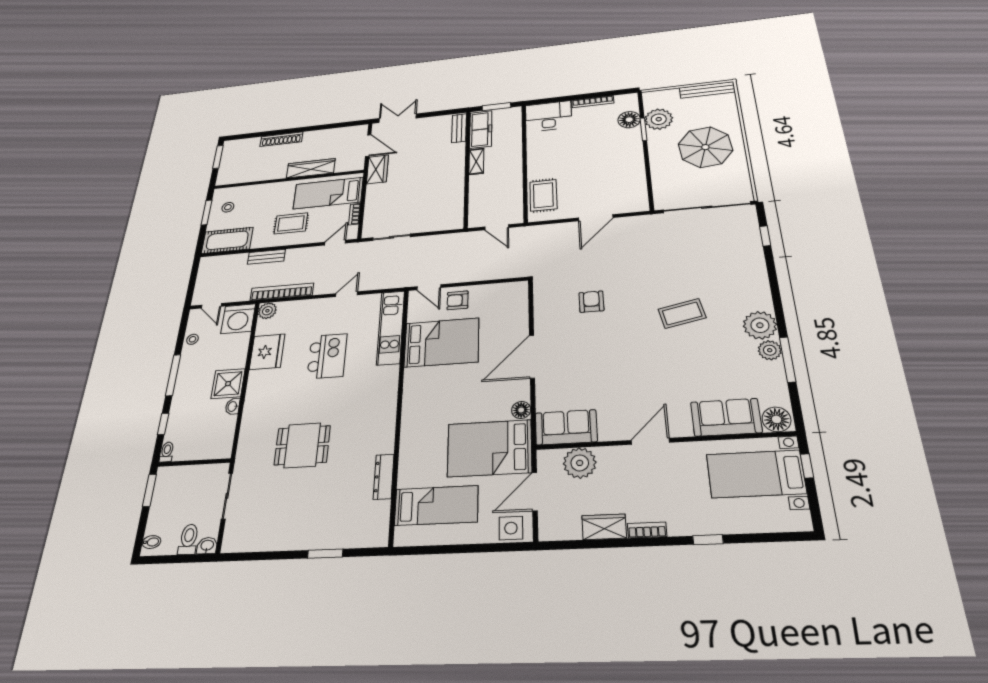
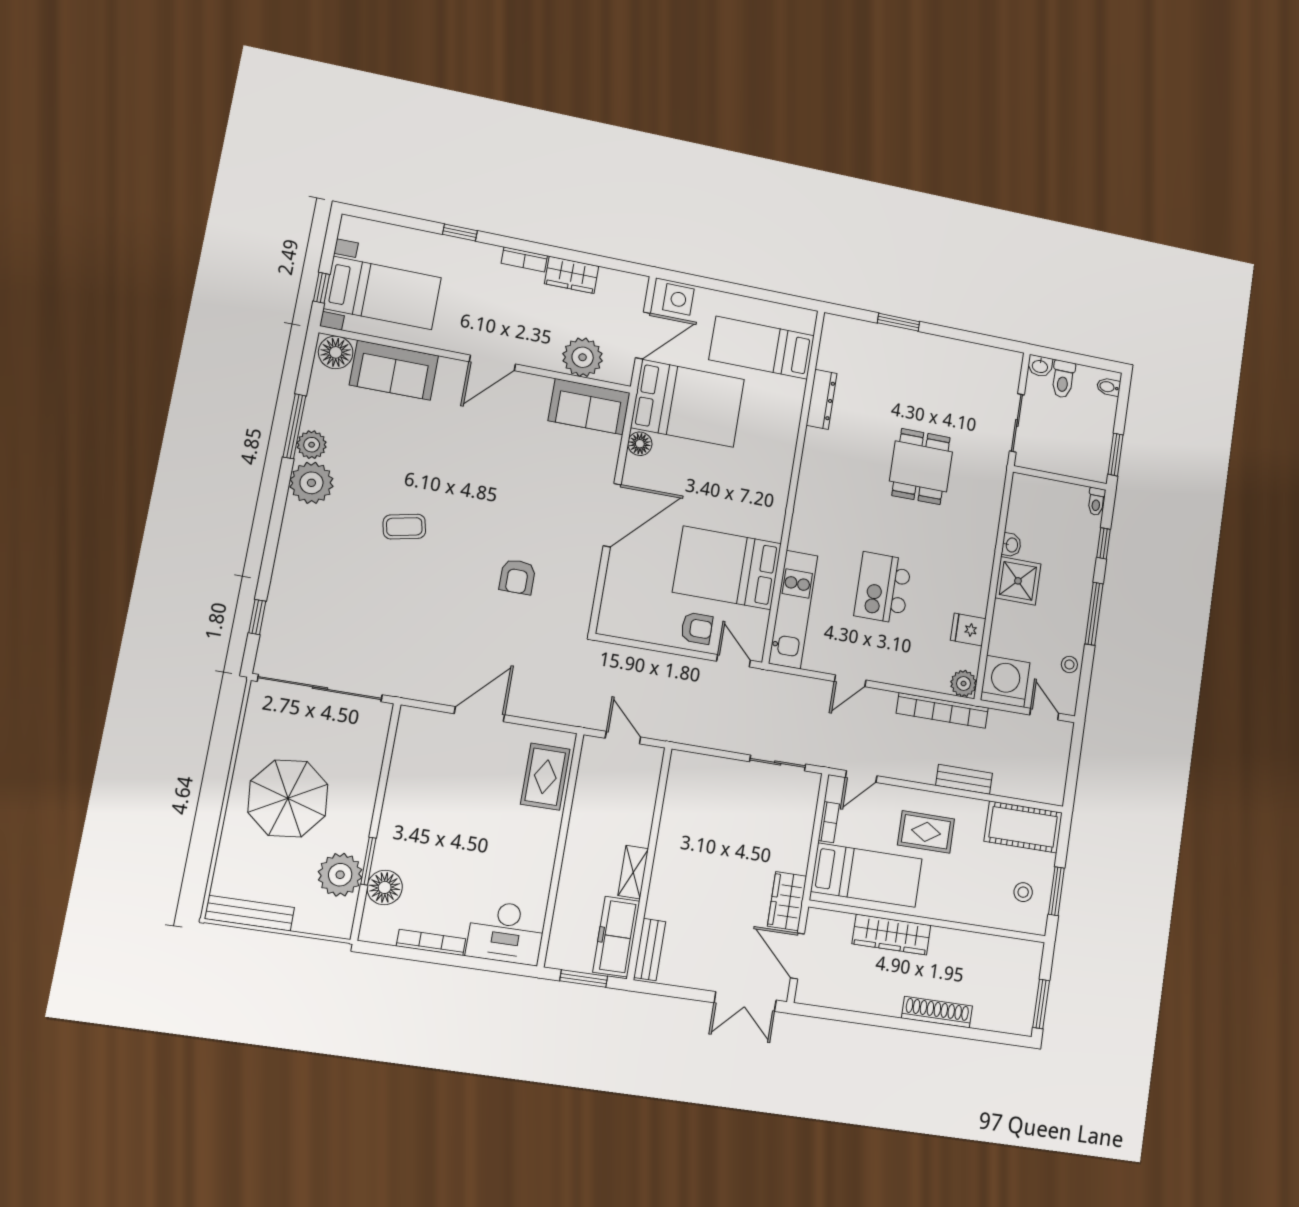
coffee table: (682, 313) -> (404, 527), width x0.73, depth x0.77
fridge: (267, 352) -> (968, 629), width x0.53, depth x0.75
dining table: (302, 445) -> (921, 466), turned 90

